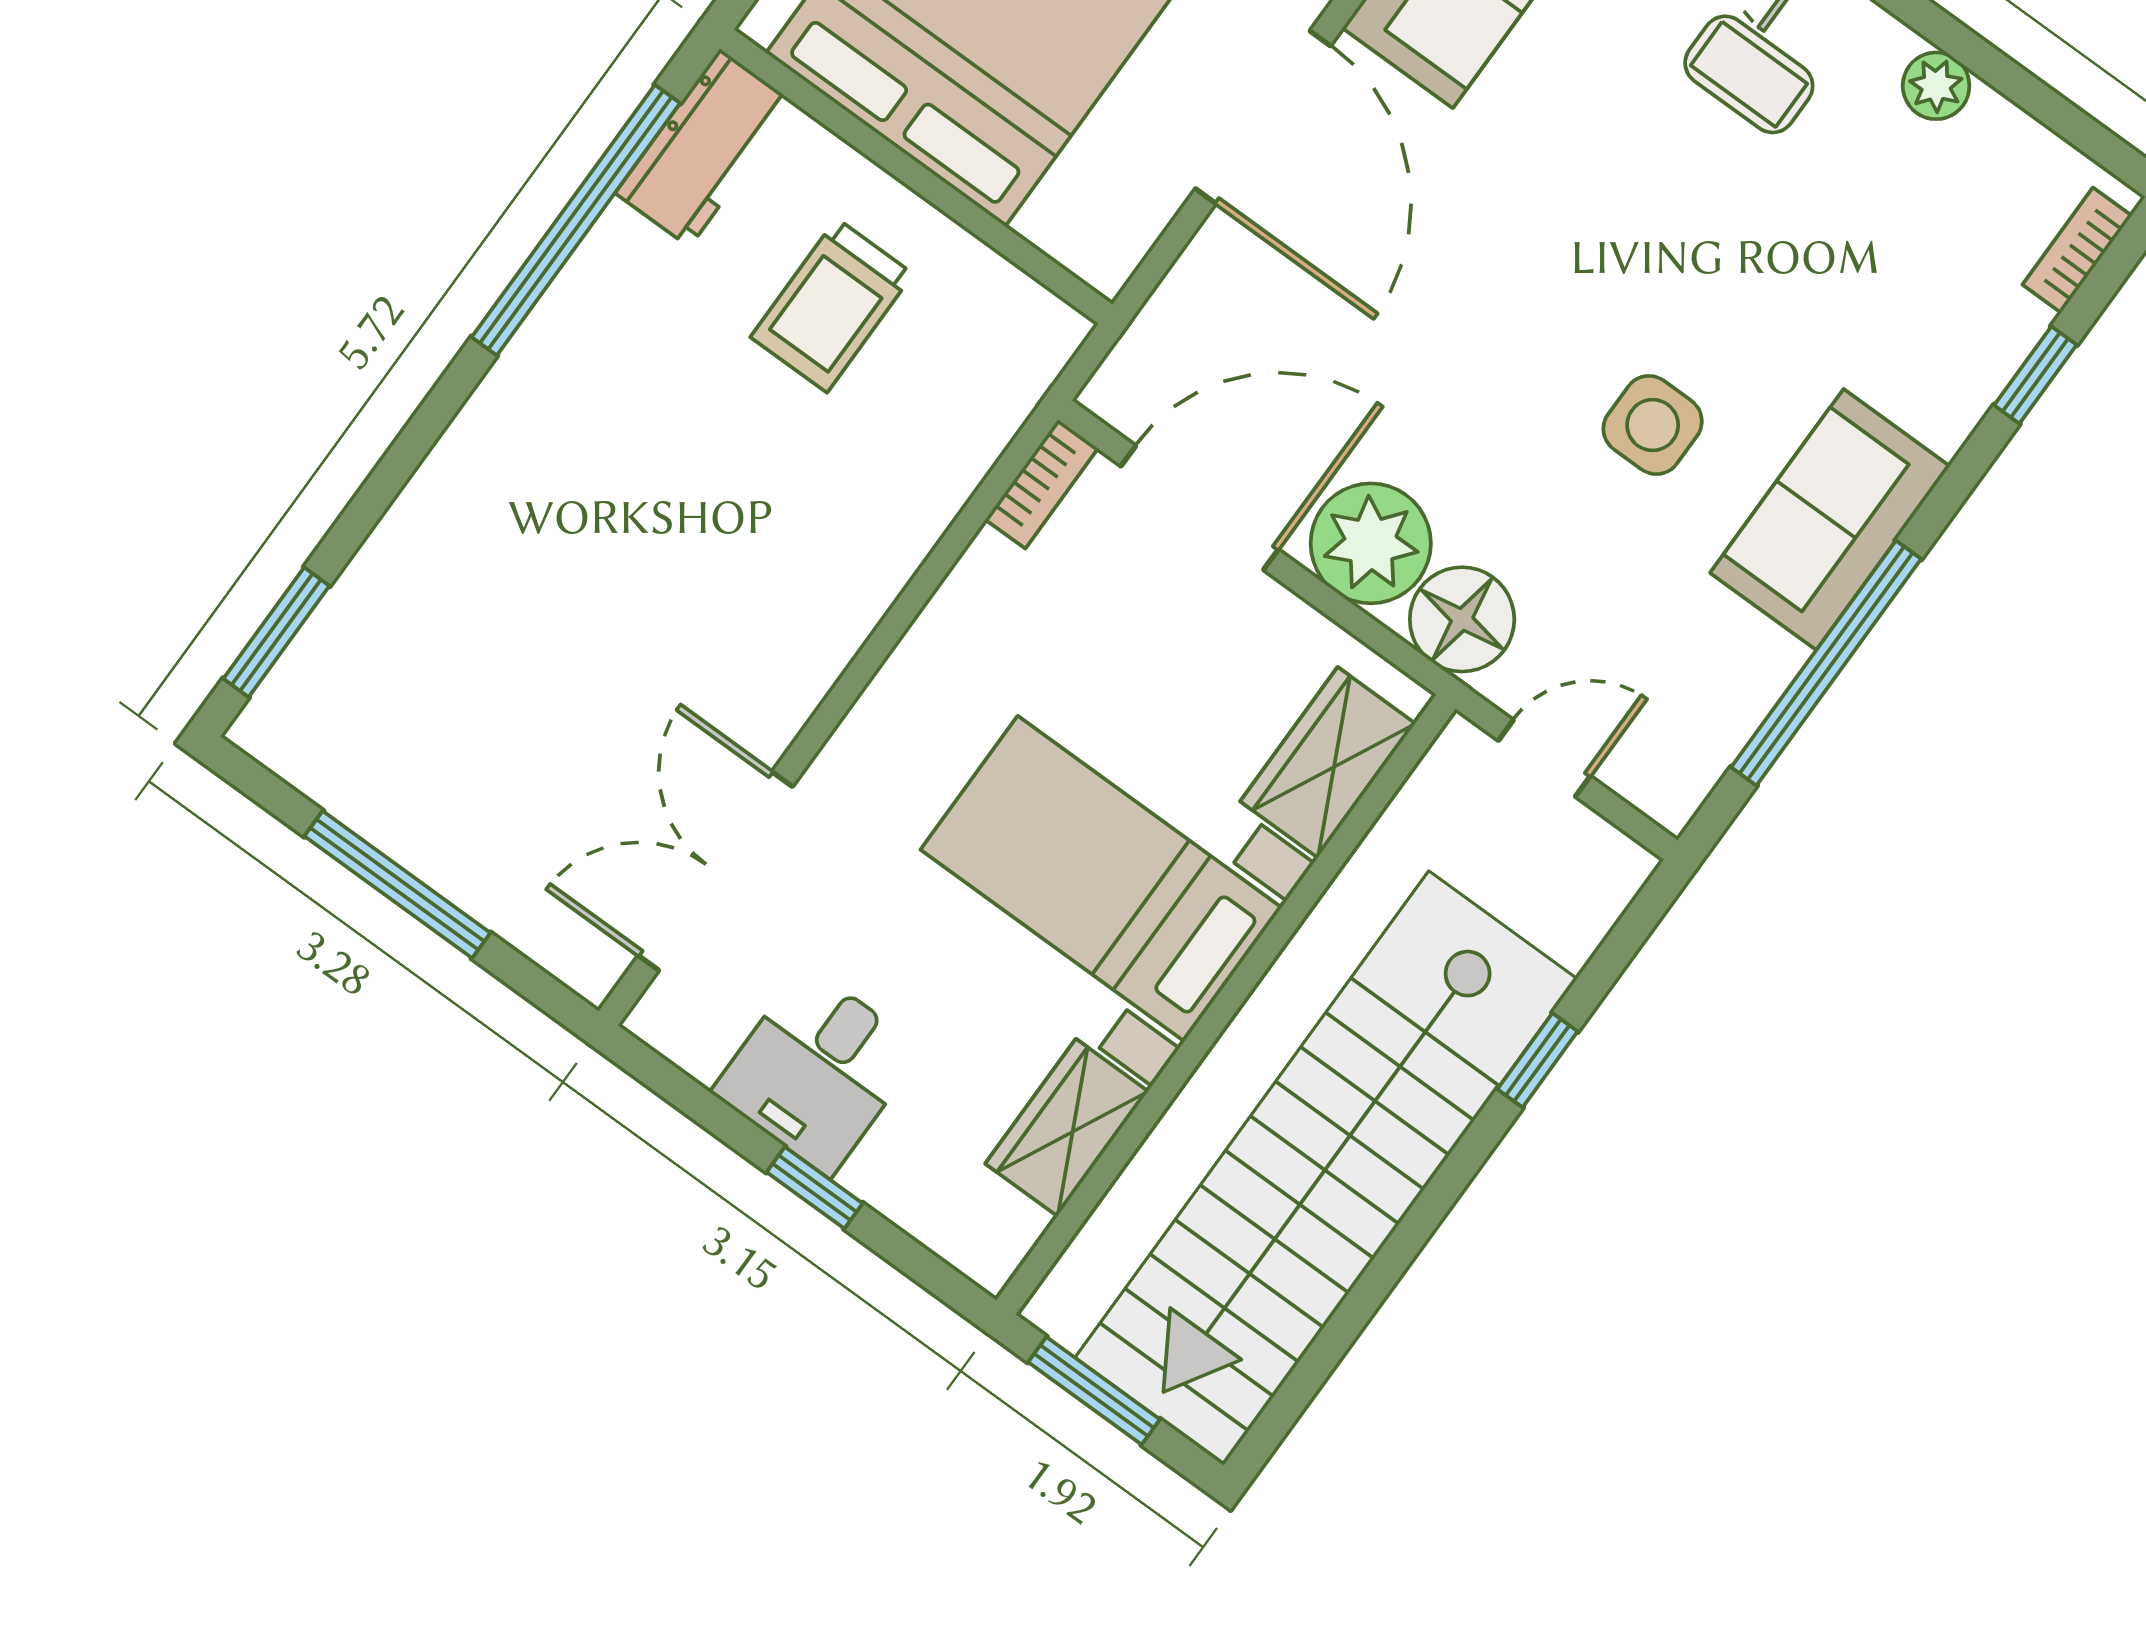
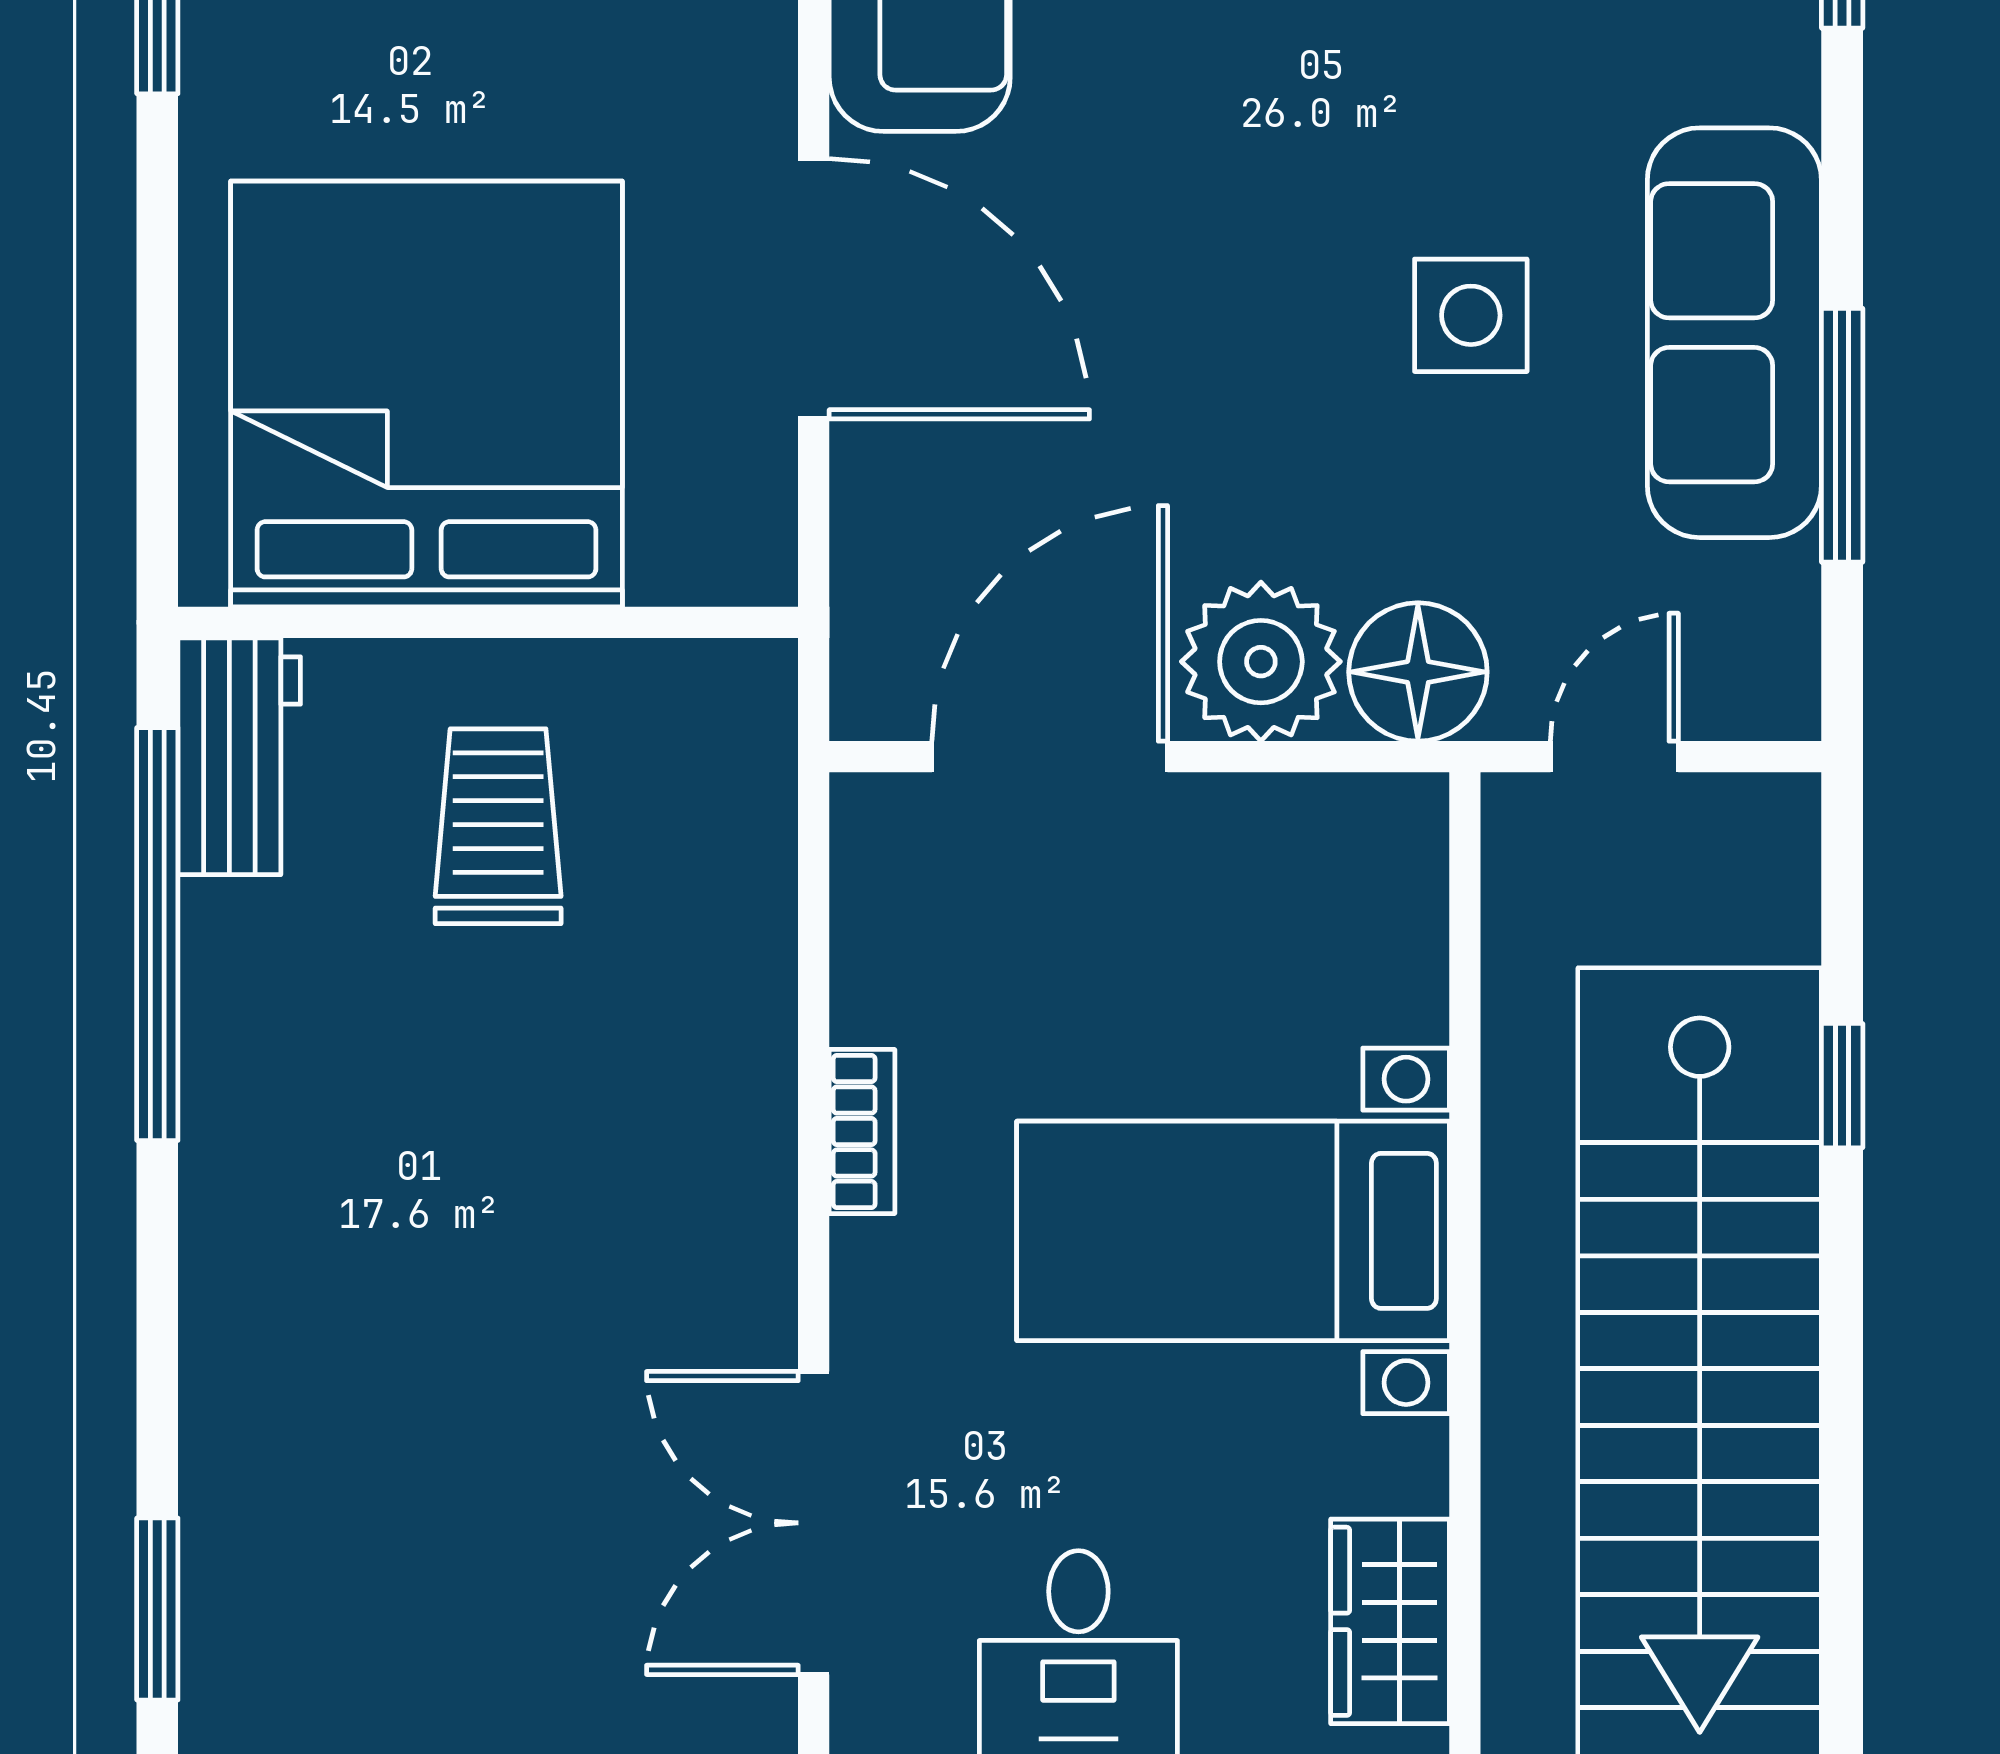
trolley: (832, 305) -> (498, 826), turned 180
bookcase: (1042, 484) -> (862, 1131), moved
sofa: (1830, 519) -> (1734, 333), width x1.36
window: (1826, 663) -> (1842, 435), width x0.68
wardrobe: (1328, 762) -> (1386, 930), removed
wardrobe: (1067, 1127) -> (1390, 1621), moved

